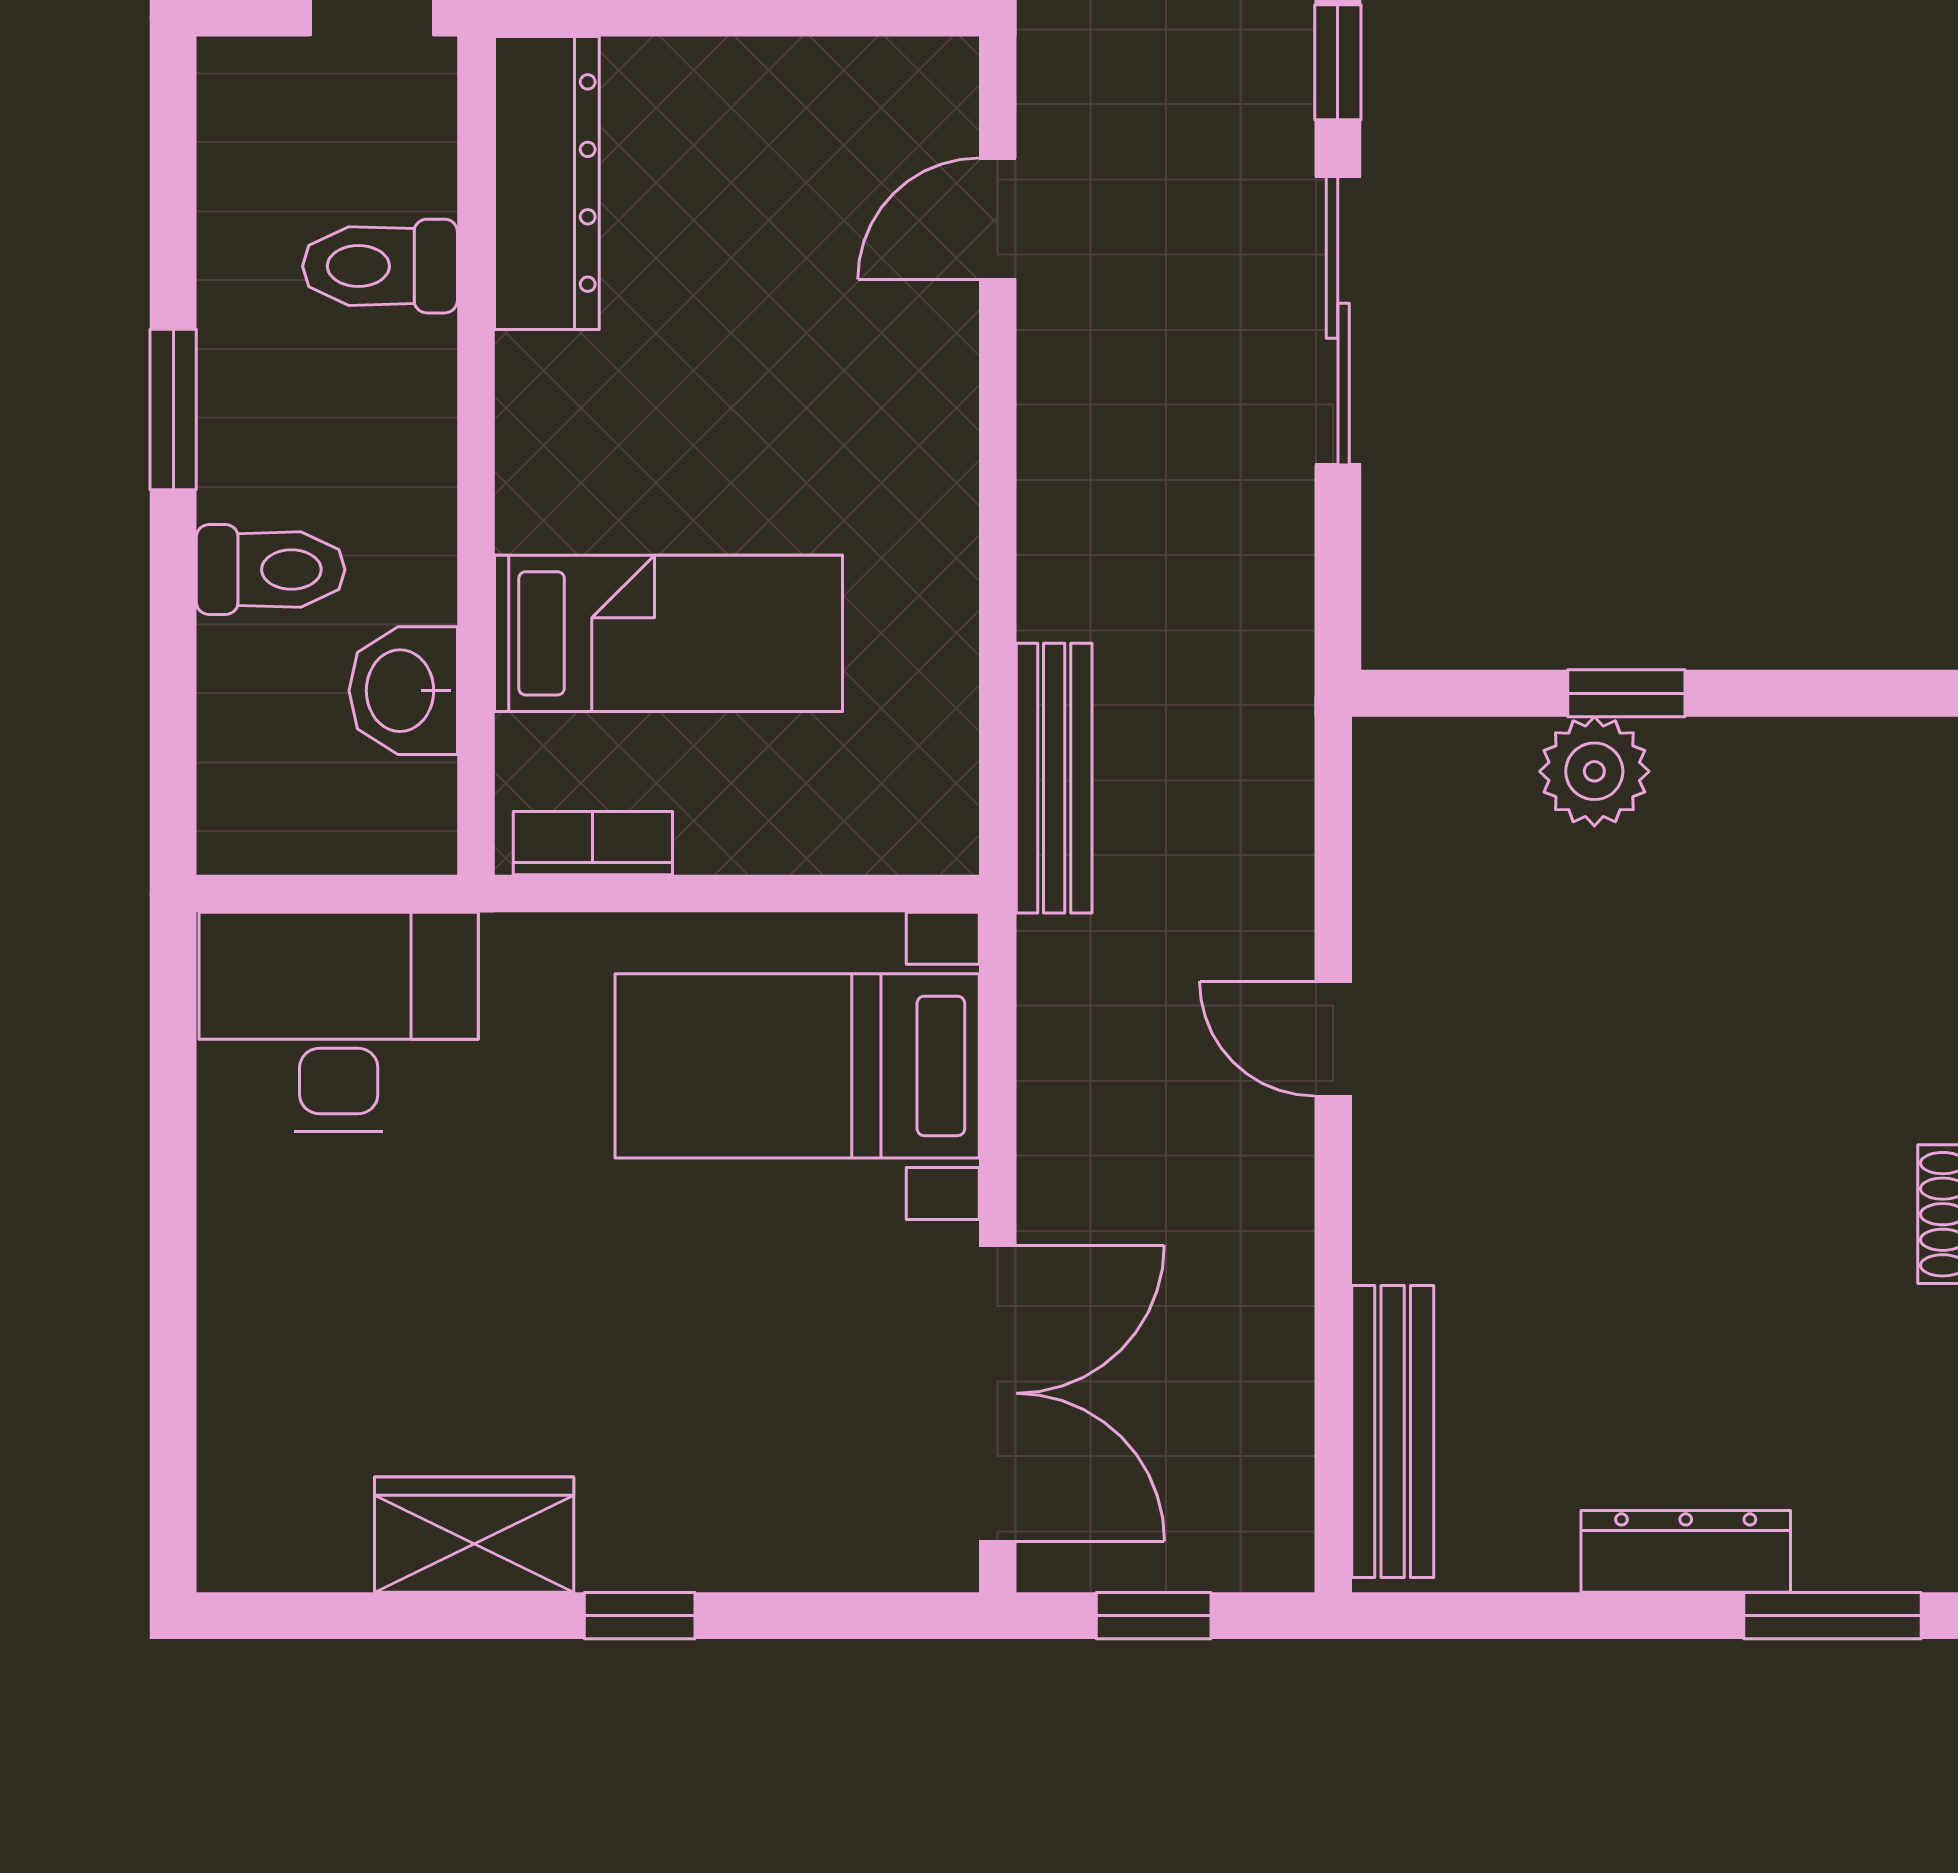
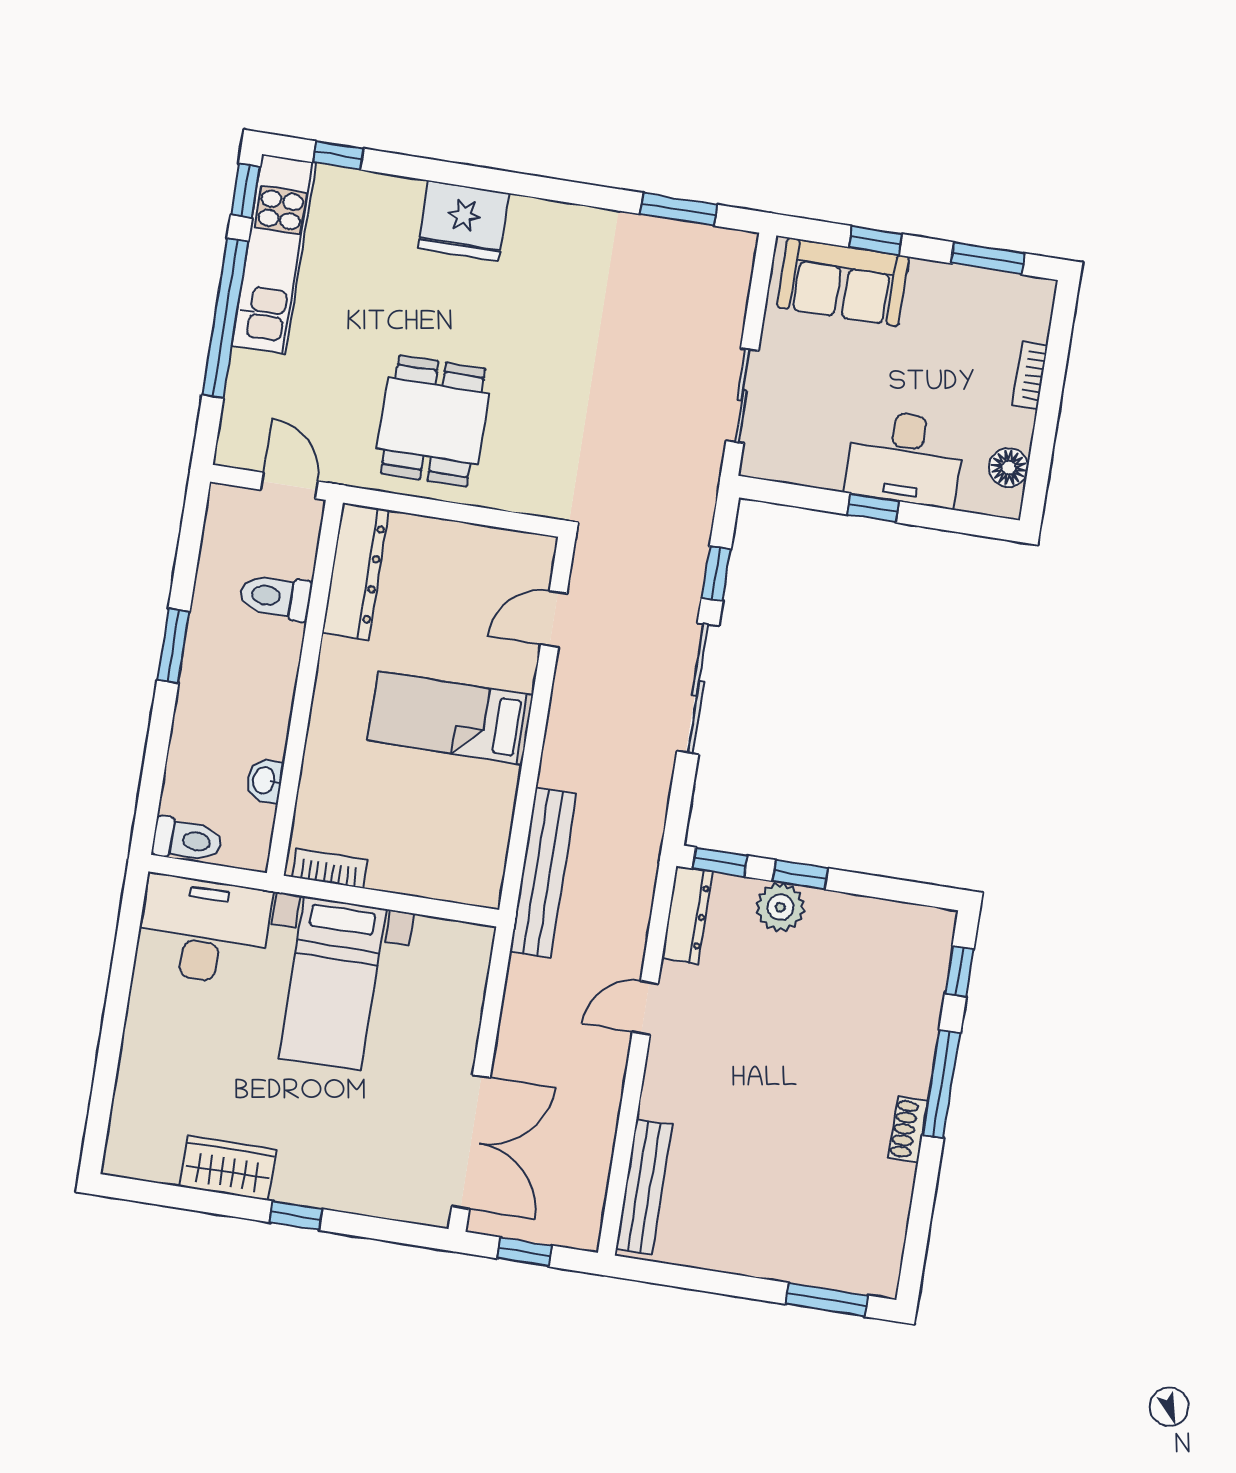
toilet: (271, 570) -> (187, 840), moved
bed: (668, 633) -> (450, 718), moved, turned 180
washbasin: (403, 691) -> (265, 781), width x0.72, depth x0.69
window: (1447, 693) -> (720, 862), added
bench: (1054, 778) -> (543, 873), width x1.37, depth x1.21
door: (1333, 1039) -> (645, 1008), hinge flipped
bed with nightstands: (797, 1066) -> (333, 984), moved, turned -90
dresser: (1686, 1551) -> (687, 915), moved, turned 90

